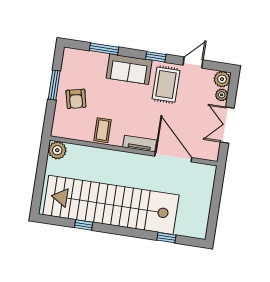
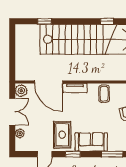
plant: (222, 79) -> (21, 91), moved

